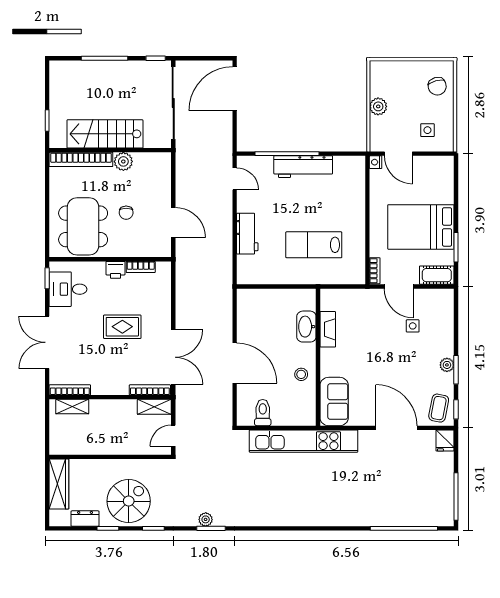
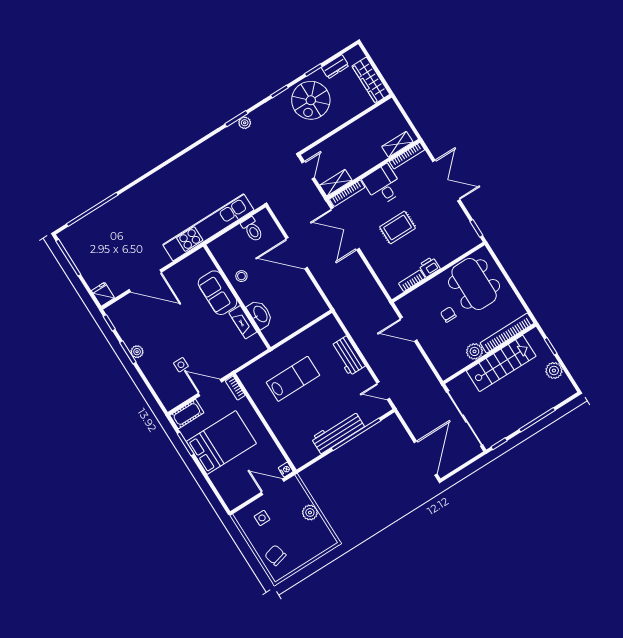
plant: (59, 95) -> (554, 371), added
desk: (68, 289) -> (383, 185), moved, turned -90
sofa: (334, 402) -> (218, 293), moved
coffee table: (439, 408) -> (123, 316), removed

